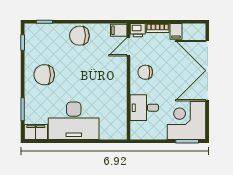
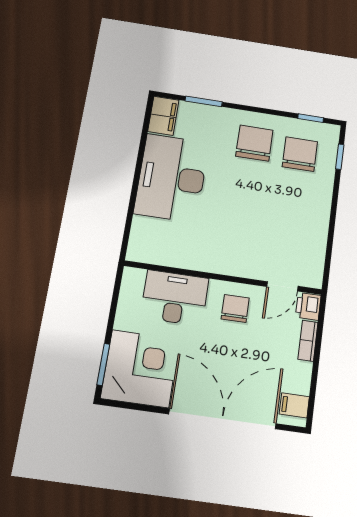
filing cabinet: (119, 30) -> (312, 274), removed
filing cabinet: (176, 31) -> (294, 405), moved
chair: (79, 36) -> (300, 154), moved
door: (129, 47) -> (282, 286), swing flipped
desk: (144, 108) -> (175, 298), width x1.37

